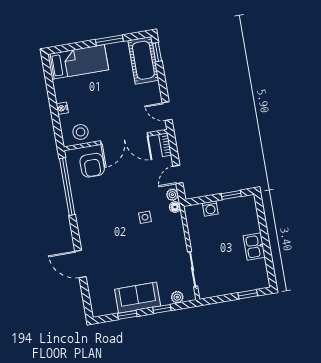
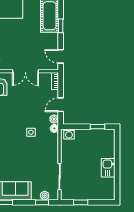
window: (157, 52) -> (61, 26), moved
double door: (124, 138) -> (25, 71), width x0.73
washing machine: (210, 208) -> (69, 134), moved
window: (248, 294) -> (81, 202), moved
window: (162, 309) -> (42, 202), moved

